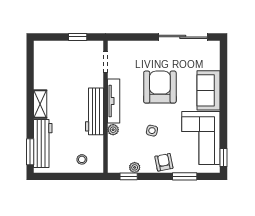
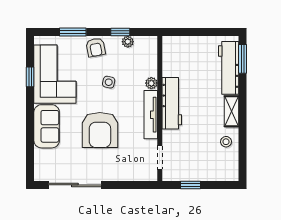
window: (224, 157) -> (30, 77), moved
stool: (82, 159) -> (226, 142), moved
window: (129, 176) -> (120, 32), moved

